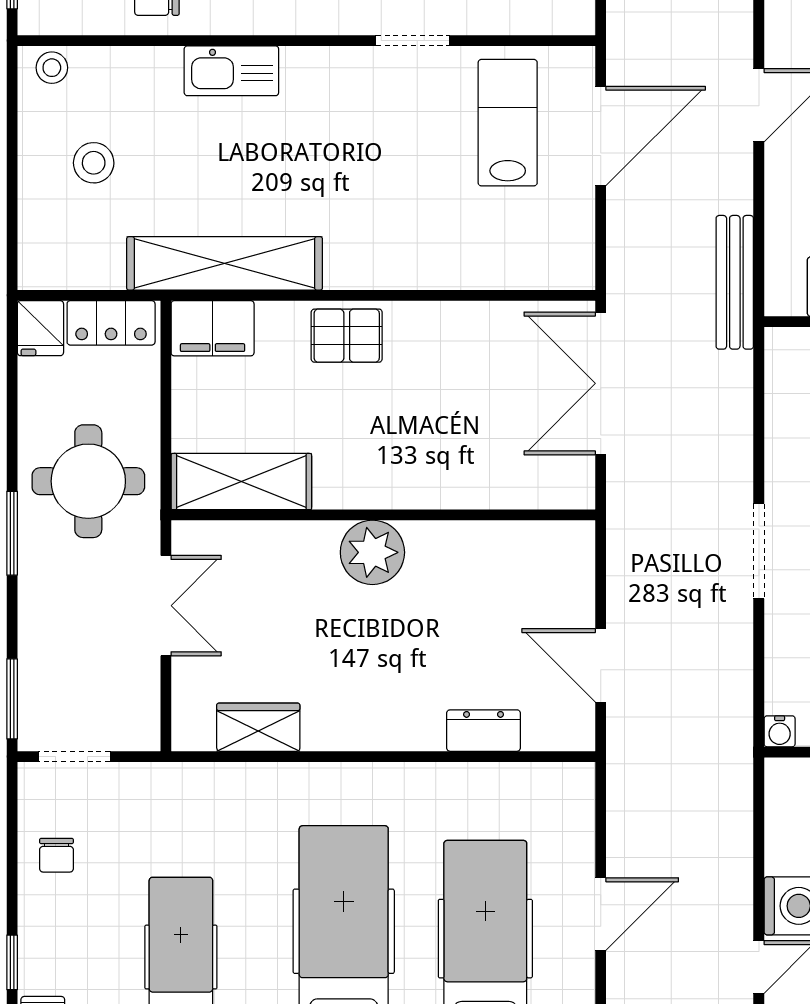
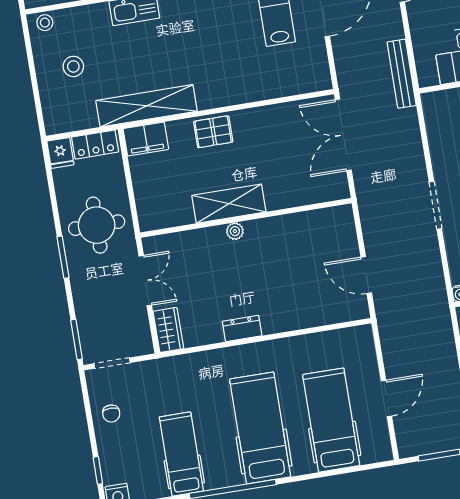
shelving: (241, 482) -> (229, 204), moved
plant: (372, 552) -> (235, 231), width x0.53, depth x0.53
wardrobe: (258, 727) -> (168, 330), moved, turned 90
dresser: (484, 731) -> (242, 329), moved

